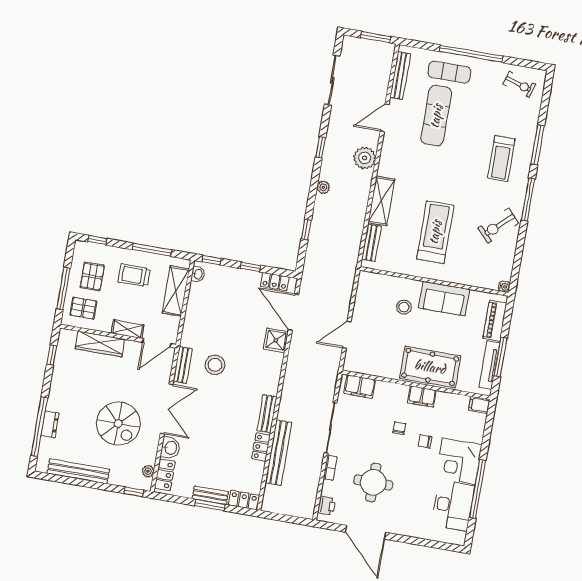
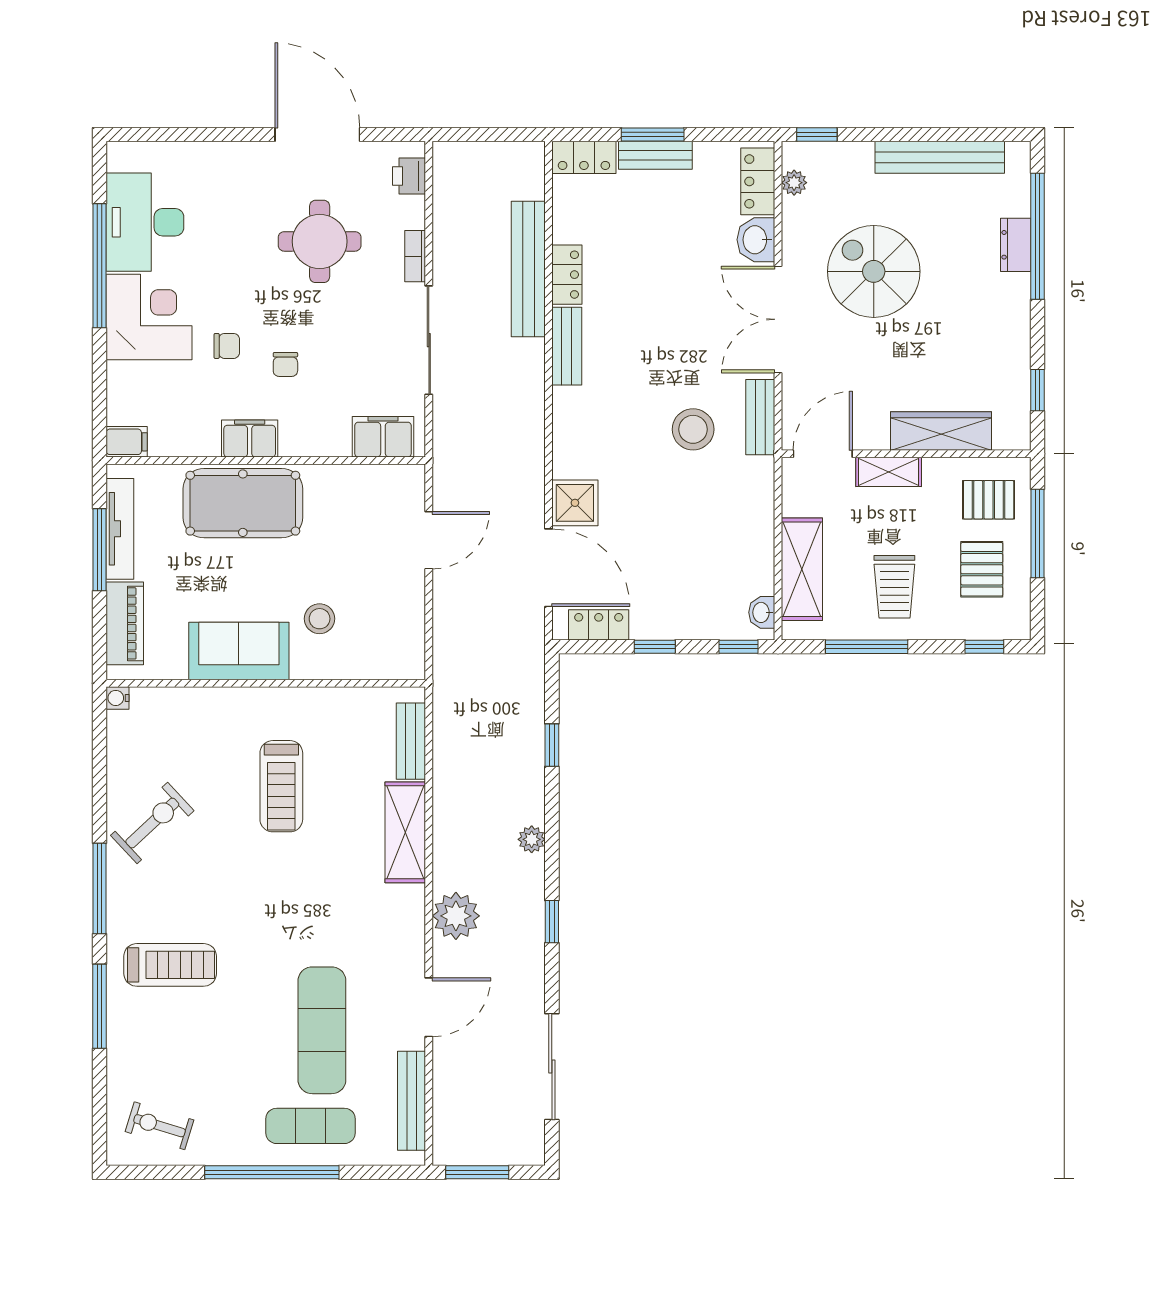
treadmill: (501, 158) -> (170, 965), turned 90
treadmill: (435, 232) -> (281, 786), width x0.73, depth x0.73
trolley: (134, 275) -> (894, 587), turned 90

